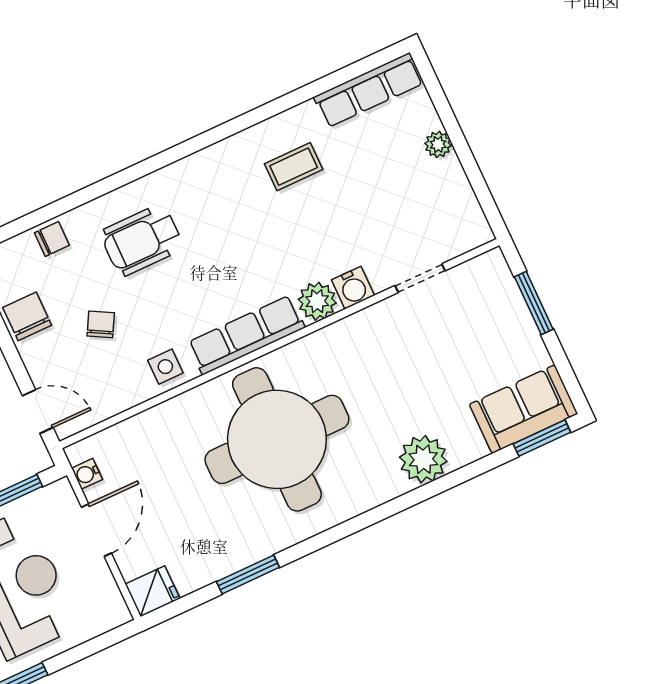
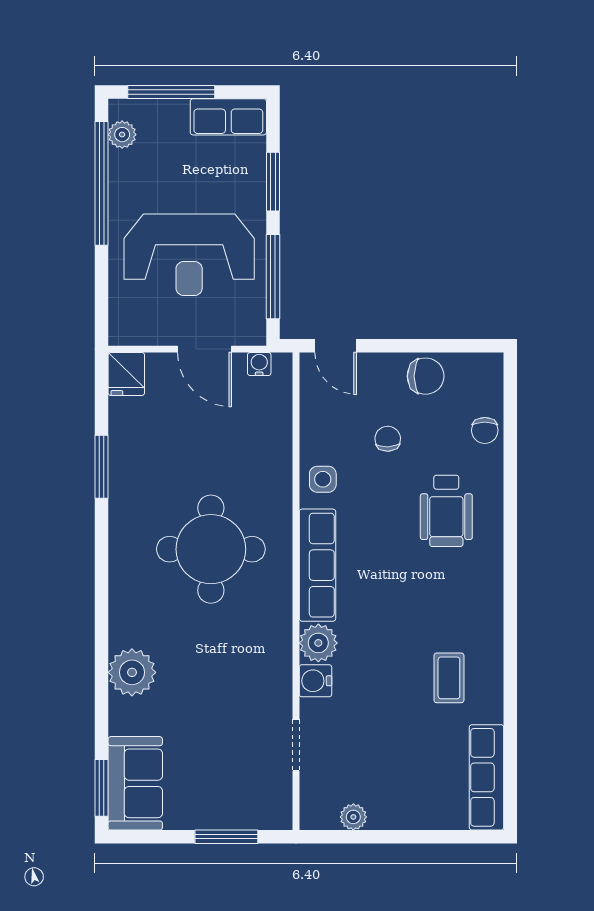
plant: (438, 144) -> (353, 817), moved
wheelchair: (142, 240) -> (446, 511), turned 180
chair: (101, 324) -> (388, 439), turned -121
door: (38, 412) -> (336, 346), hinge flipped
round table: (277, 439) -> (211, 549), width x0.73, depth x0.73

